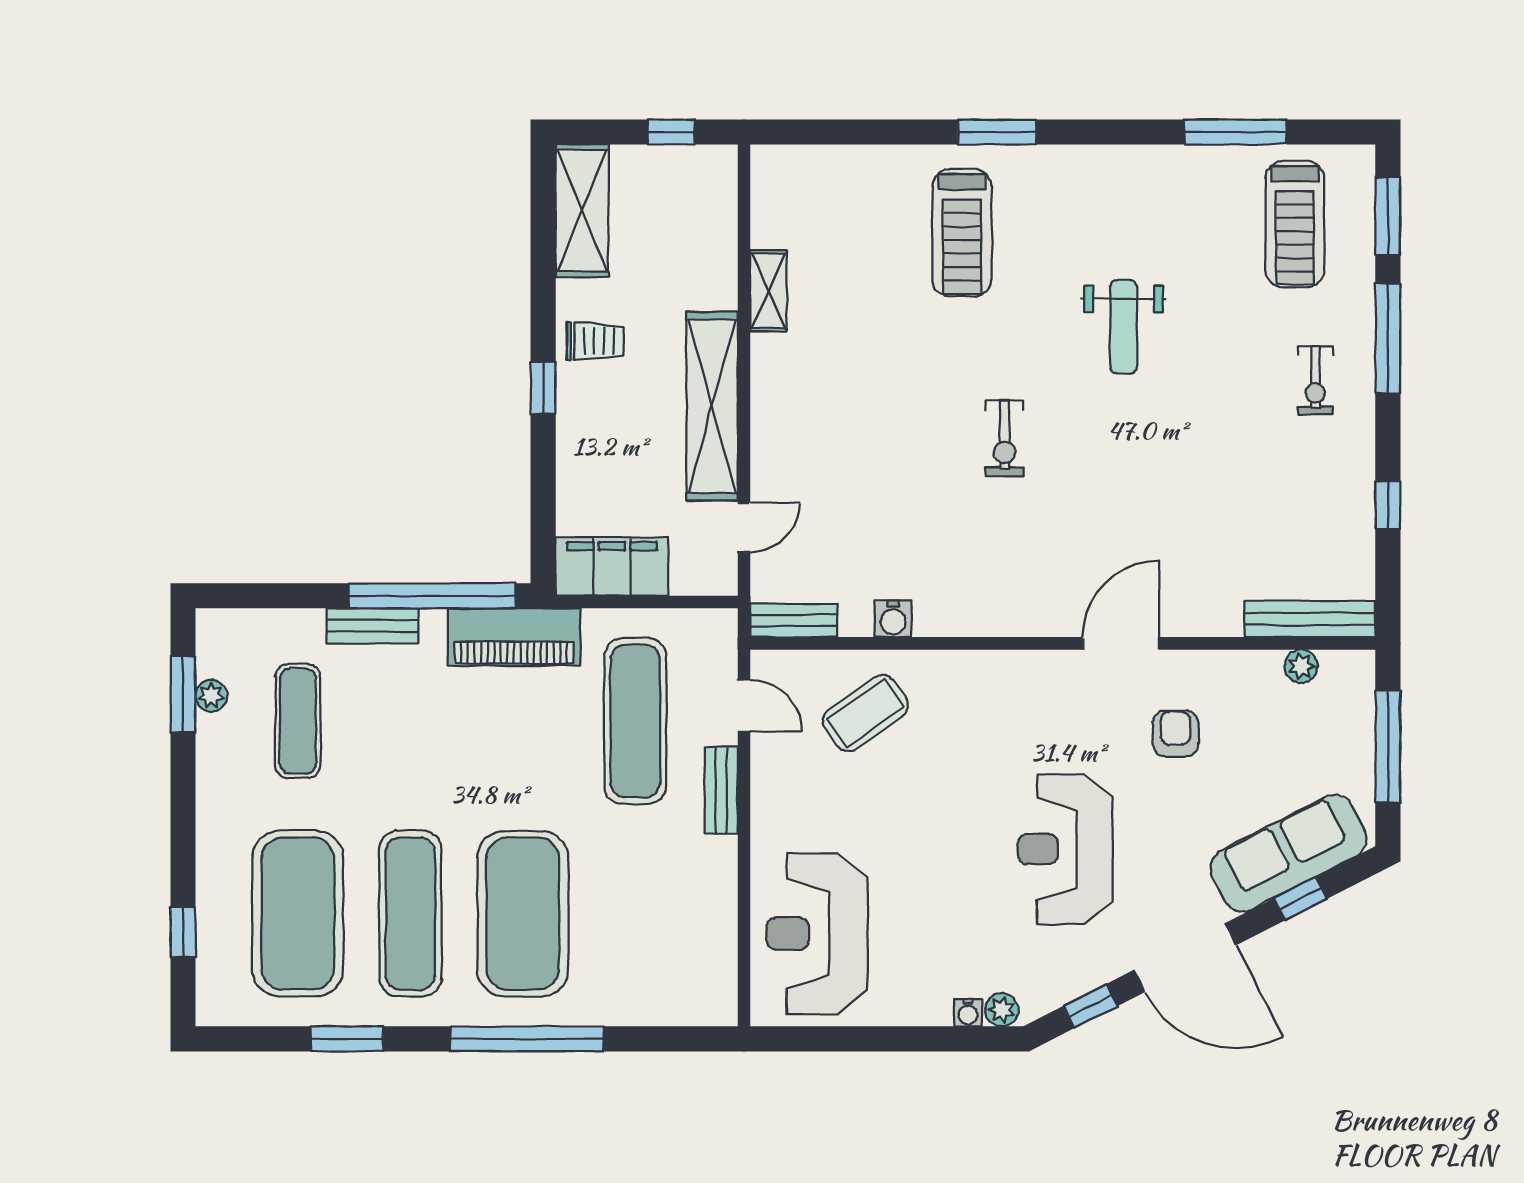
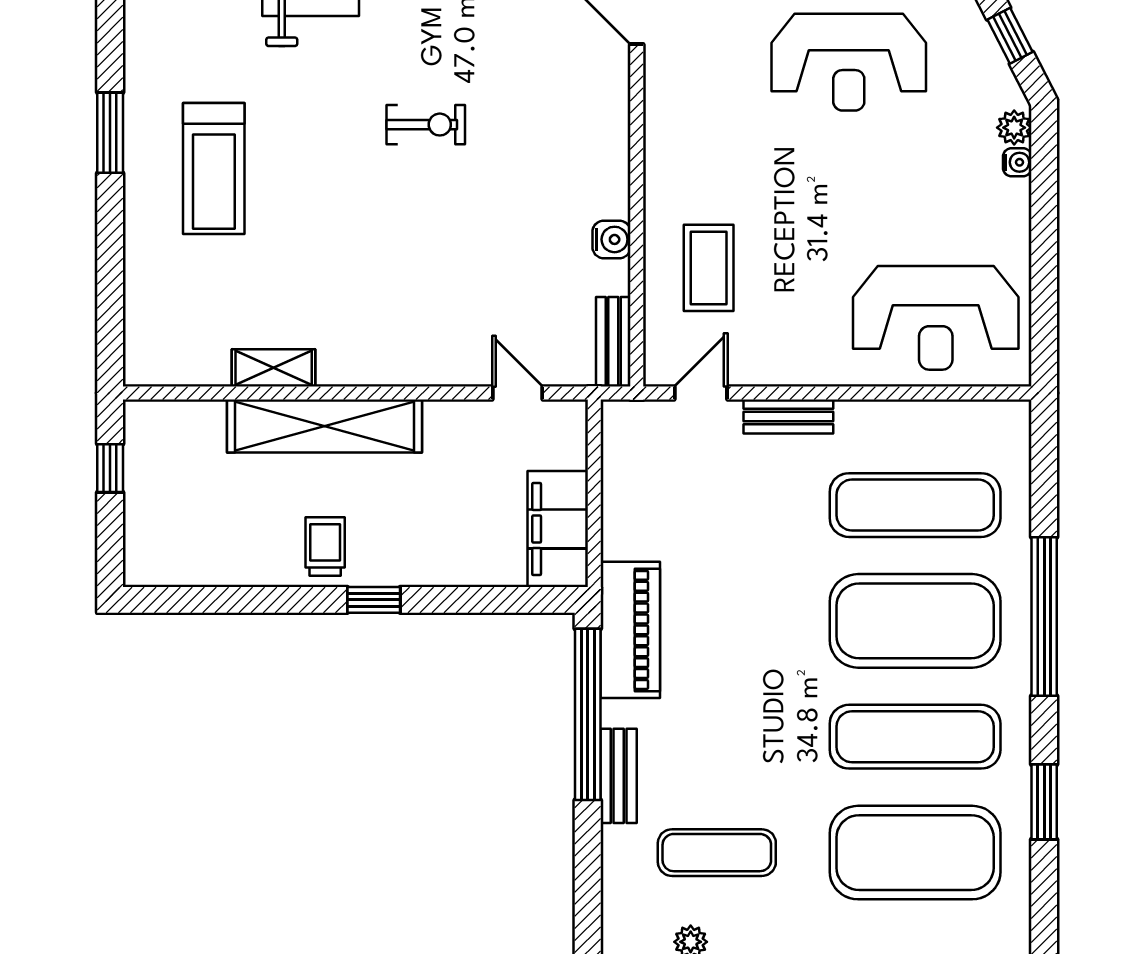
shelving: (582, 211) -> (191, 560), removed
treadmill: (962, 233) -> (214, 168), turned 90
shelving: (712, 406) -> (324, 426), moved
coffee table: (865, 713) -> (709, 268), turned 35
exercise mat: (635, 721) -> (915, 505), moved

